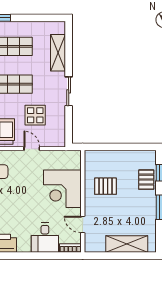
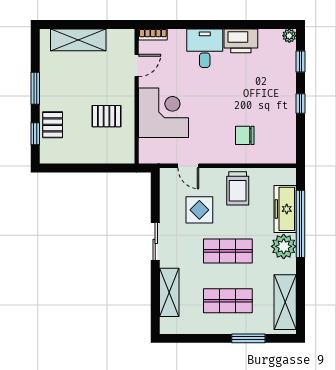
door: (32, 149) -> (188, 166), moved
door: (83, 224) -> (137, 66), hinge flipped
desk: (45, 238) -> (205, 48), moved

